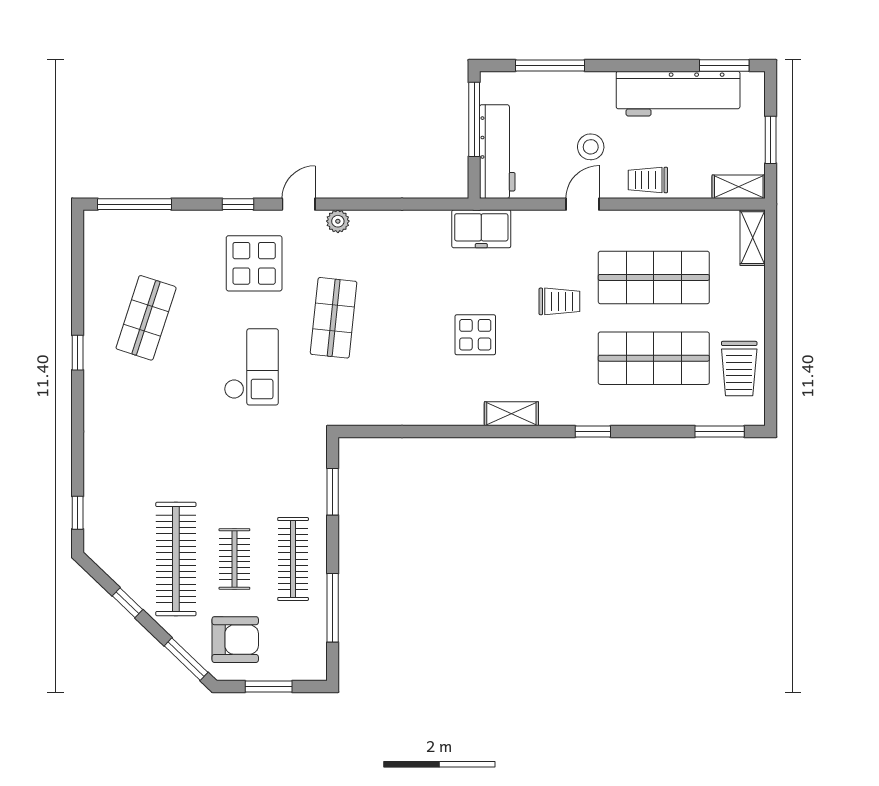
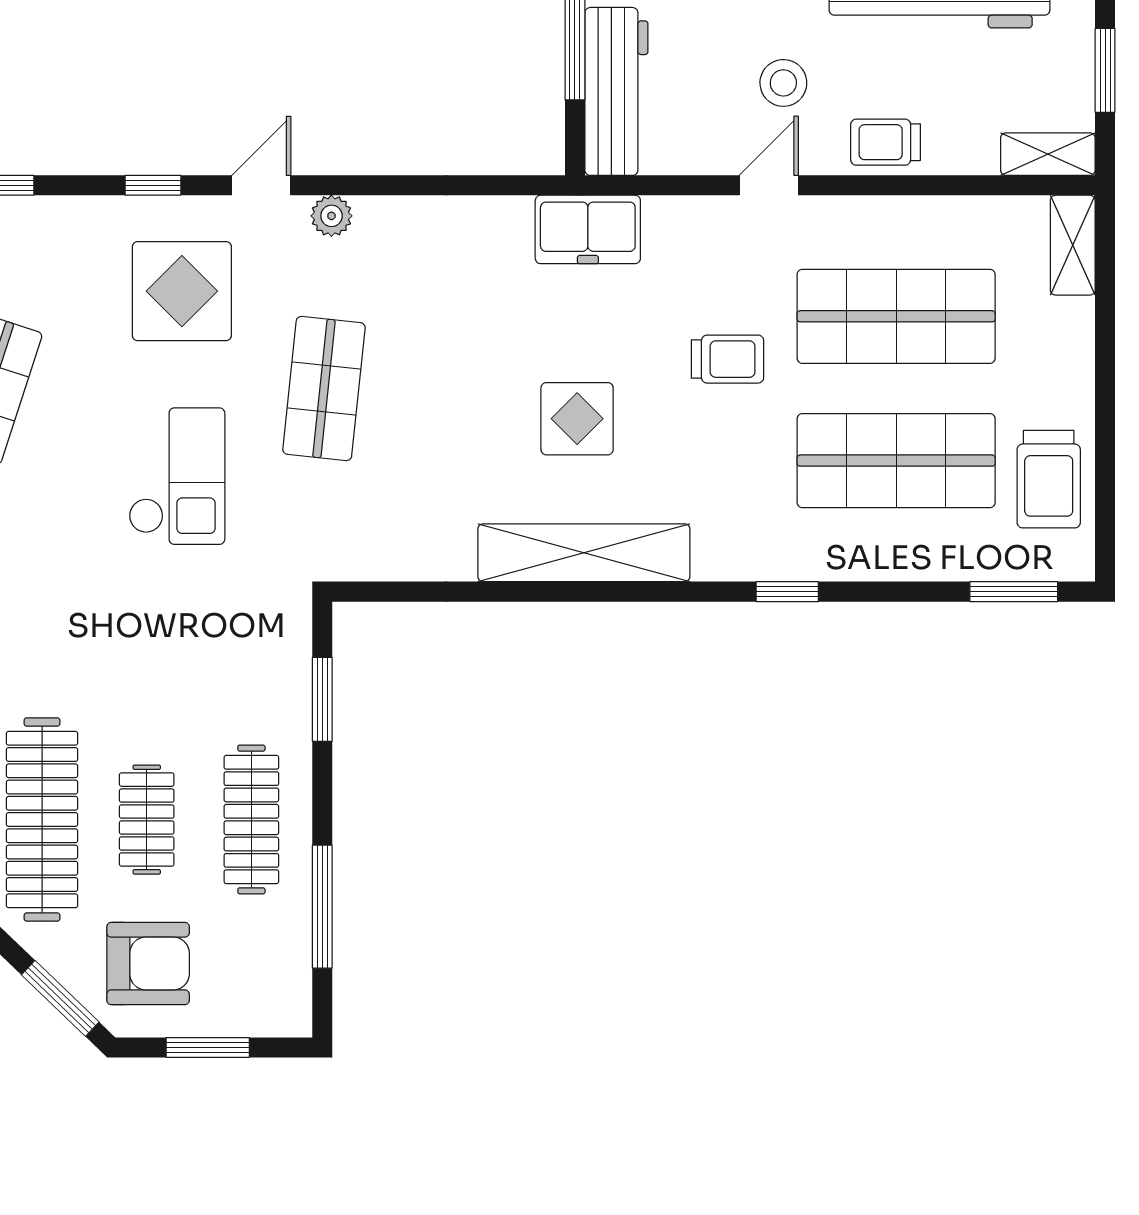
shelving: (511, 414) -> (584, 553), width x2.20, depth x1.33

